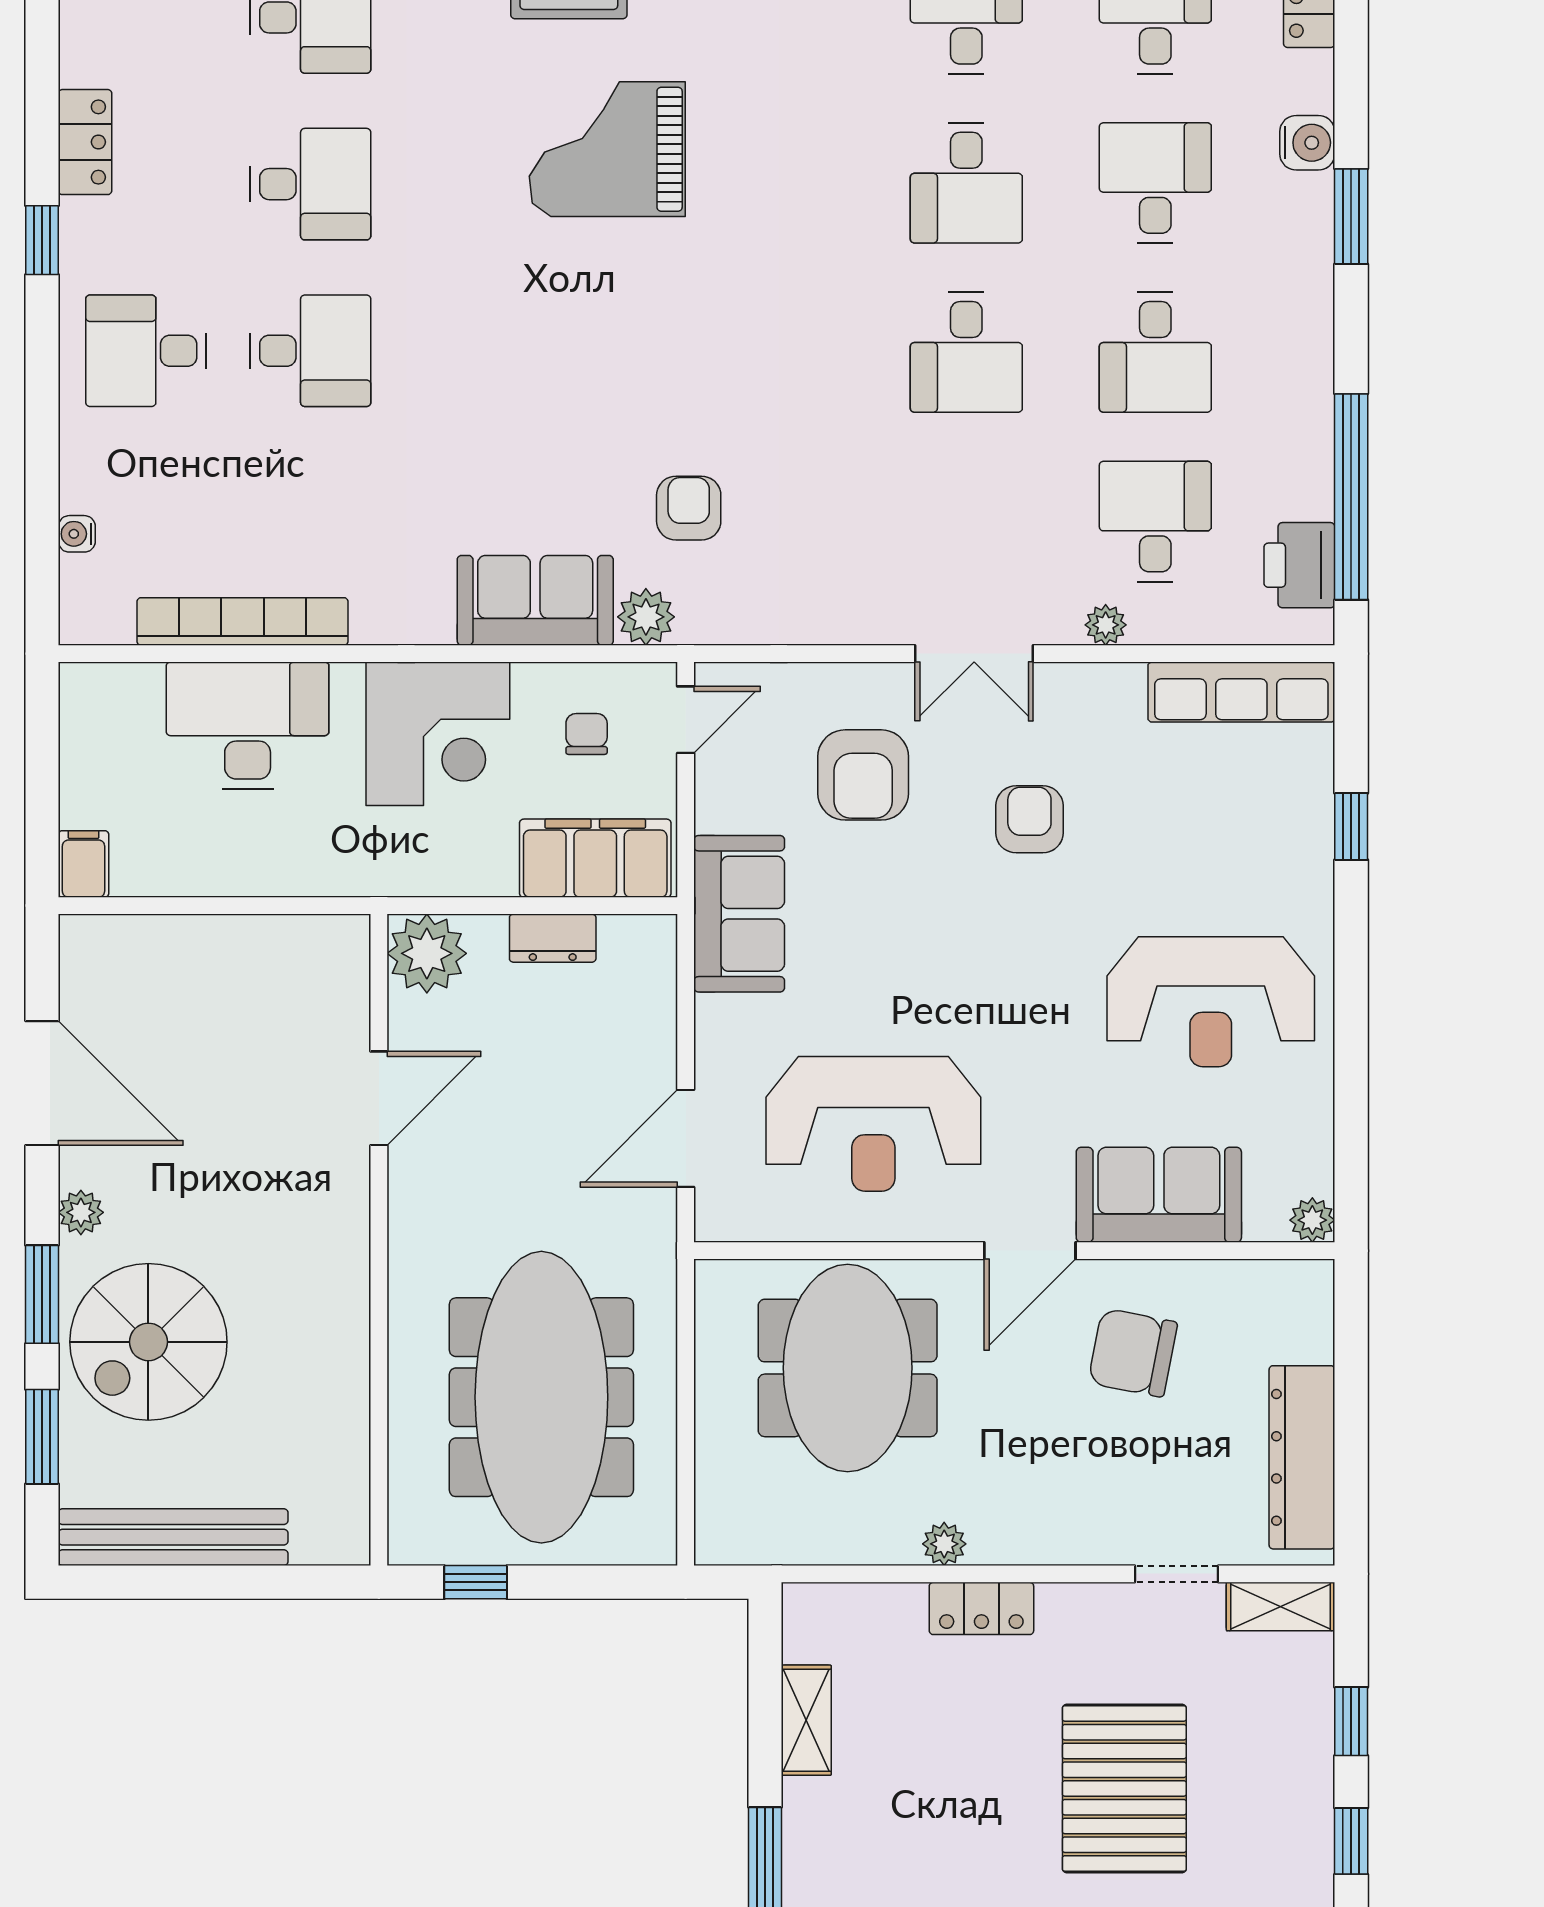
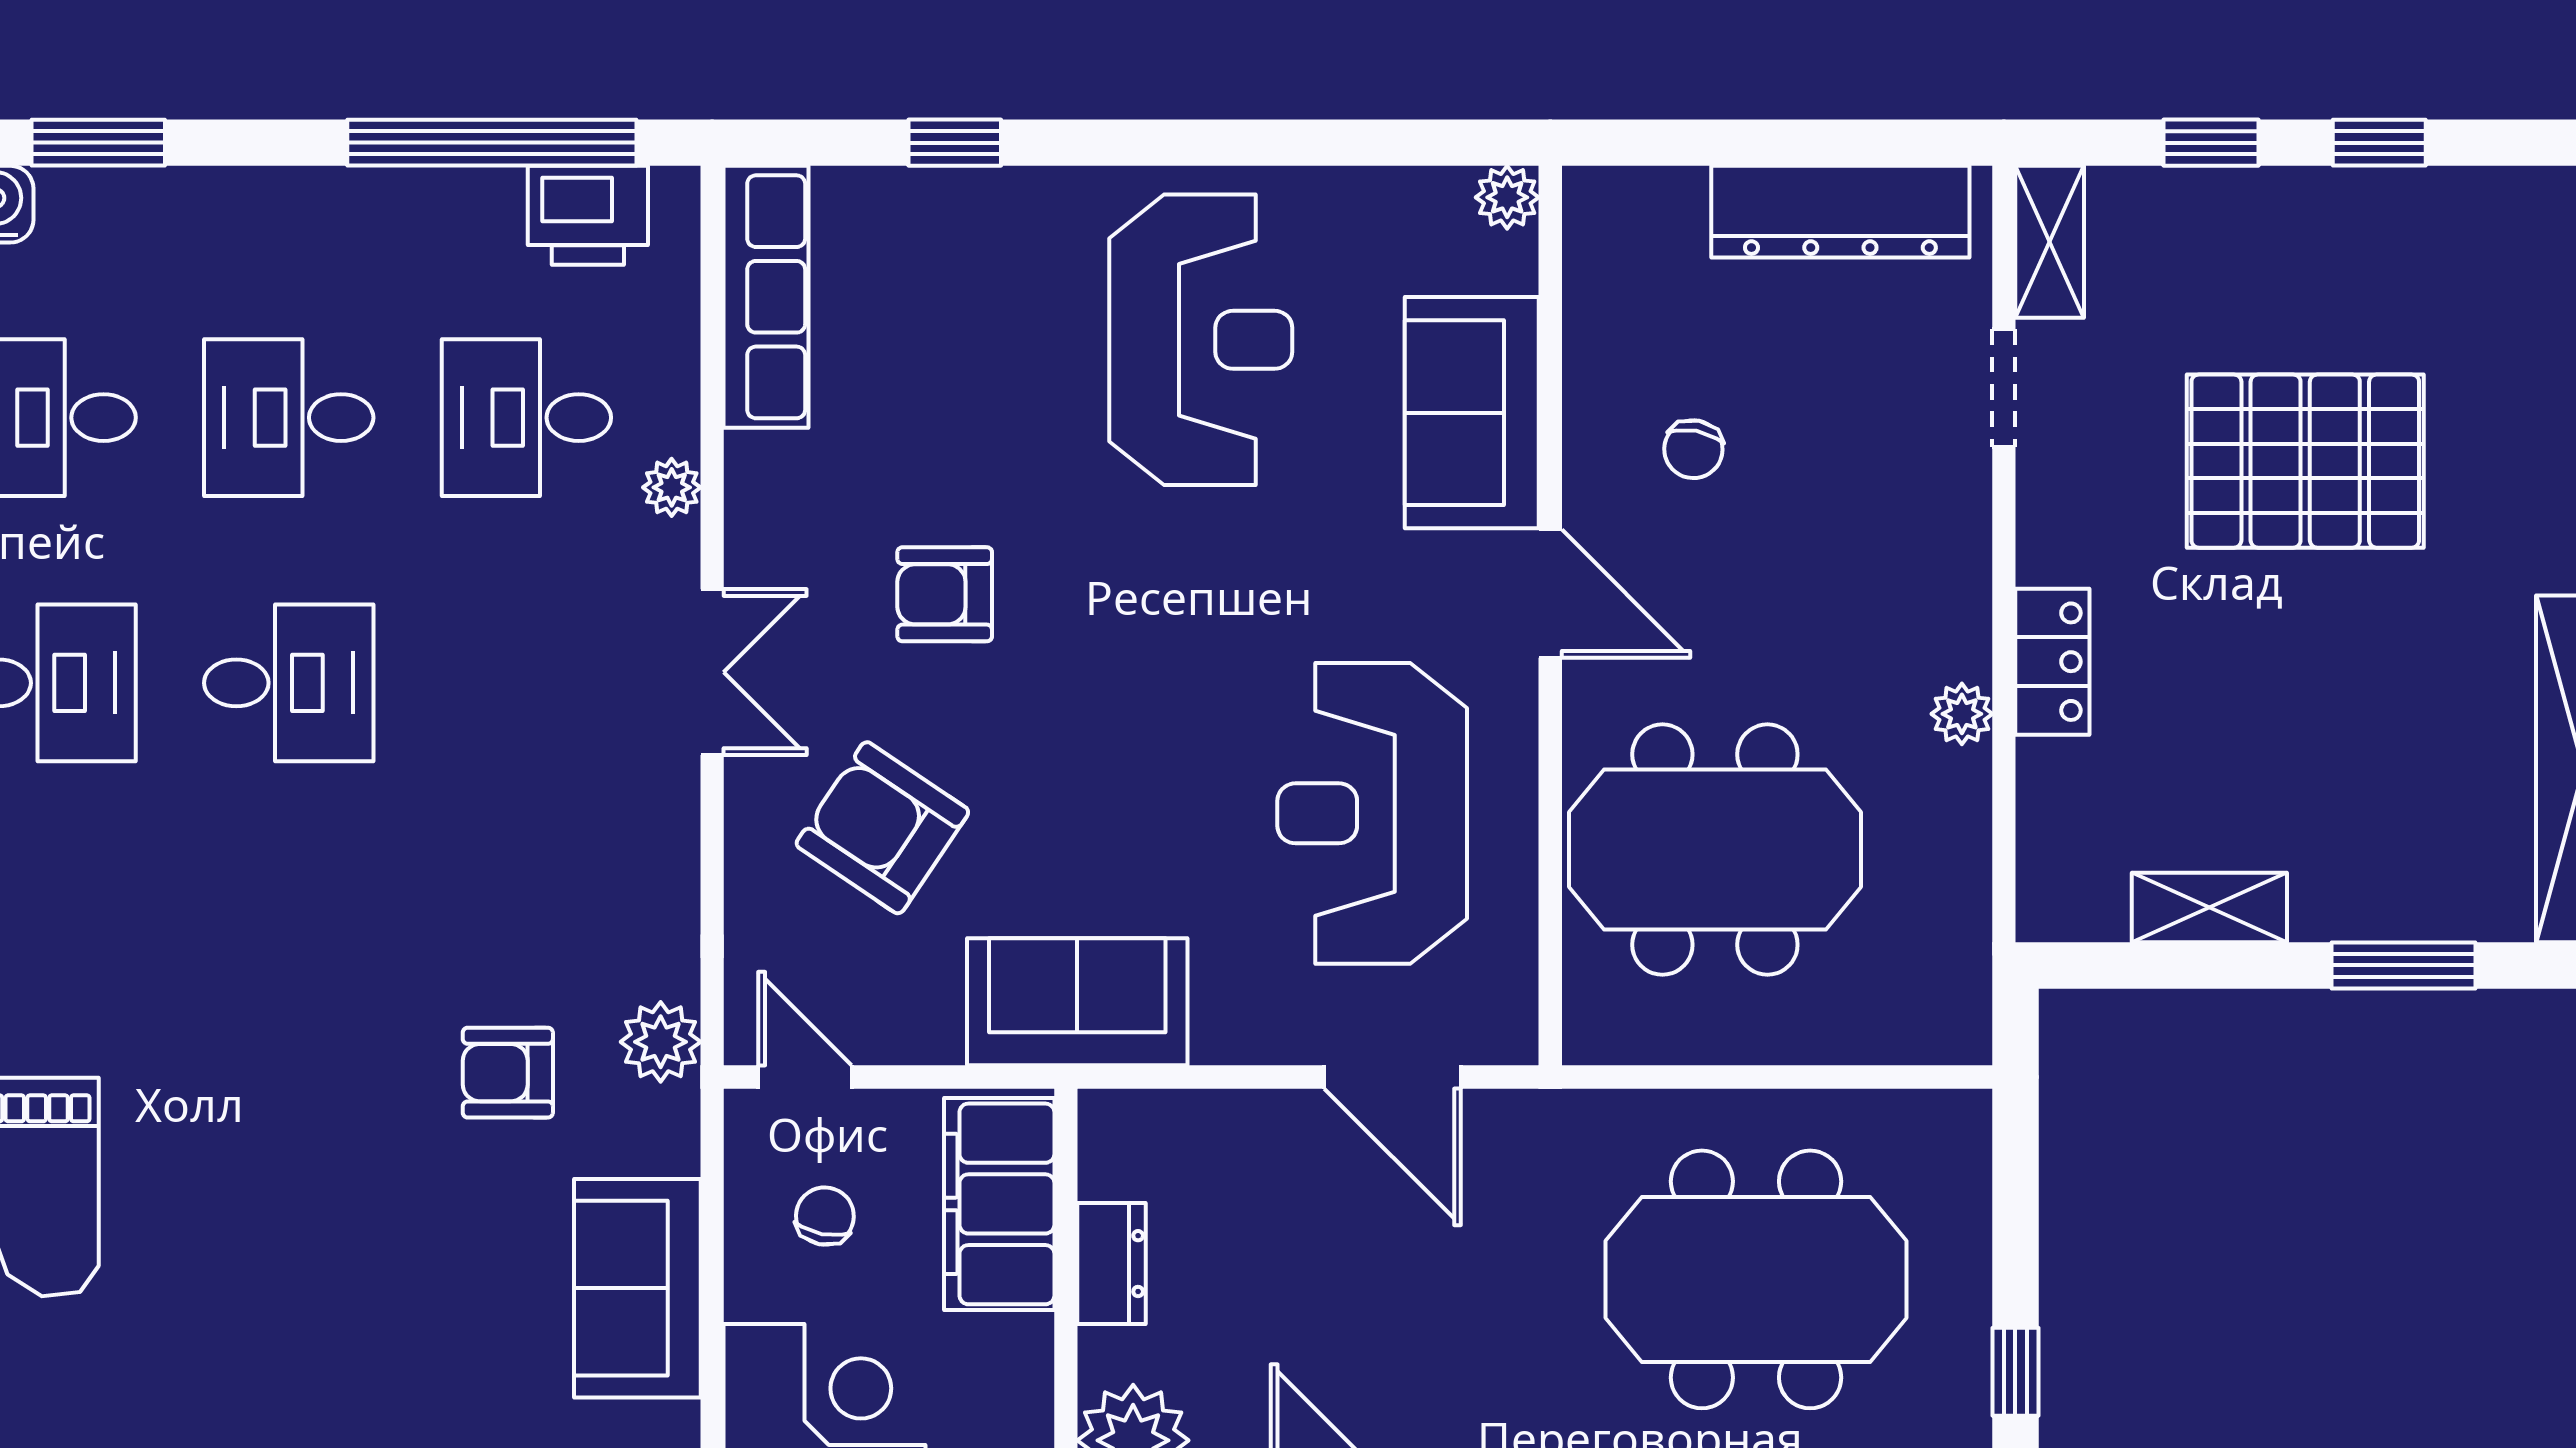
desk: (1155, 352) -> (289, 418), turned 180
plant: (646, 617) -> (661, 1042), moved
chair: (587, 734) -> (825, 1216), turned 101
armchair: (863, 775) -> (882, 828), turned -146
reception desk: (873, 1124) -> (1372, 813), turned 180
chair: (1133, 1353) -> (1693, 449), width x0.54, depth x0.54
meeting table: (541, 1397) -> (1756, 1279), width x0.73

